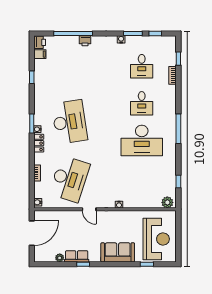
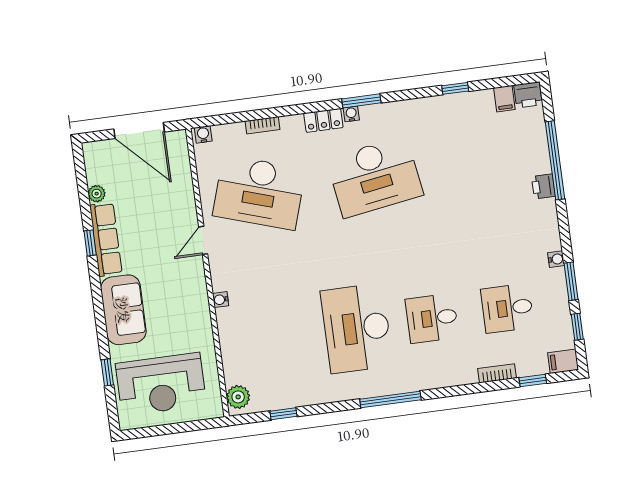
filing cabinet: (171, 43) -> (563, 361), added
row of seats: (77, 256) -> (106, 239), width x1.48

